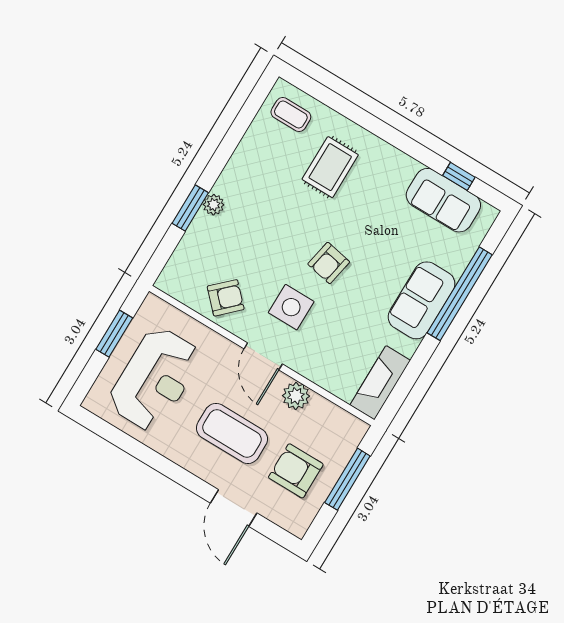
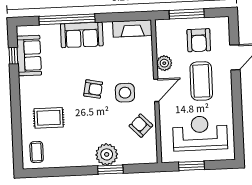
plant: (214, 205) -> (107, 154), width x1.87, depth x1.87

